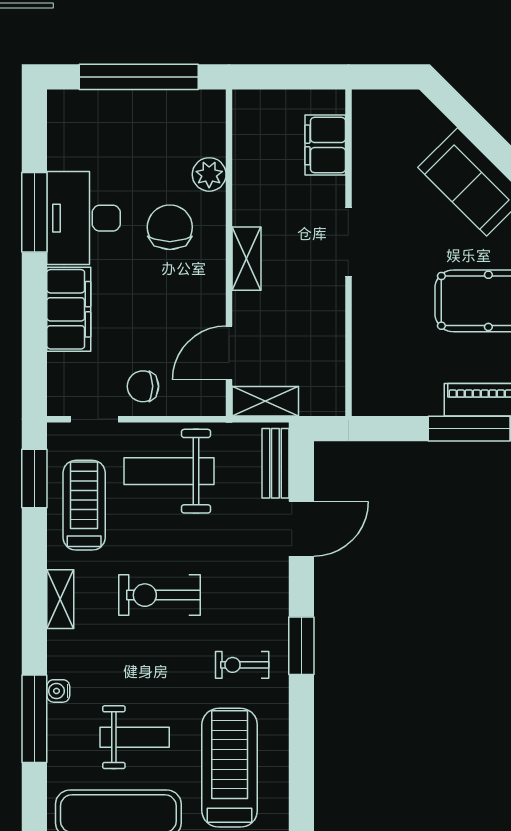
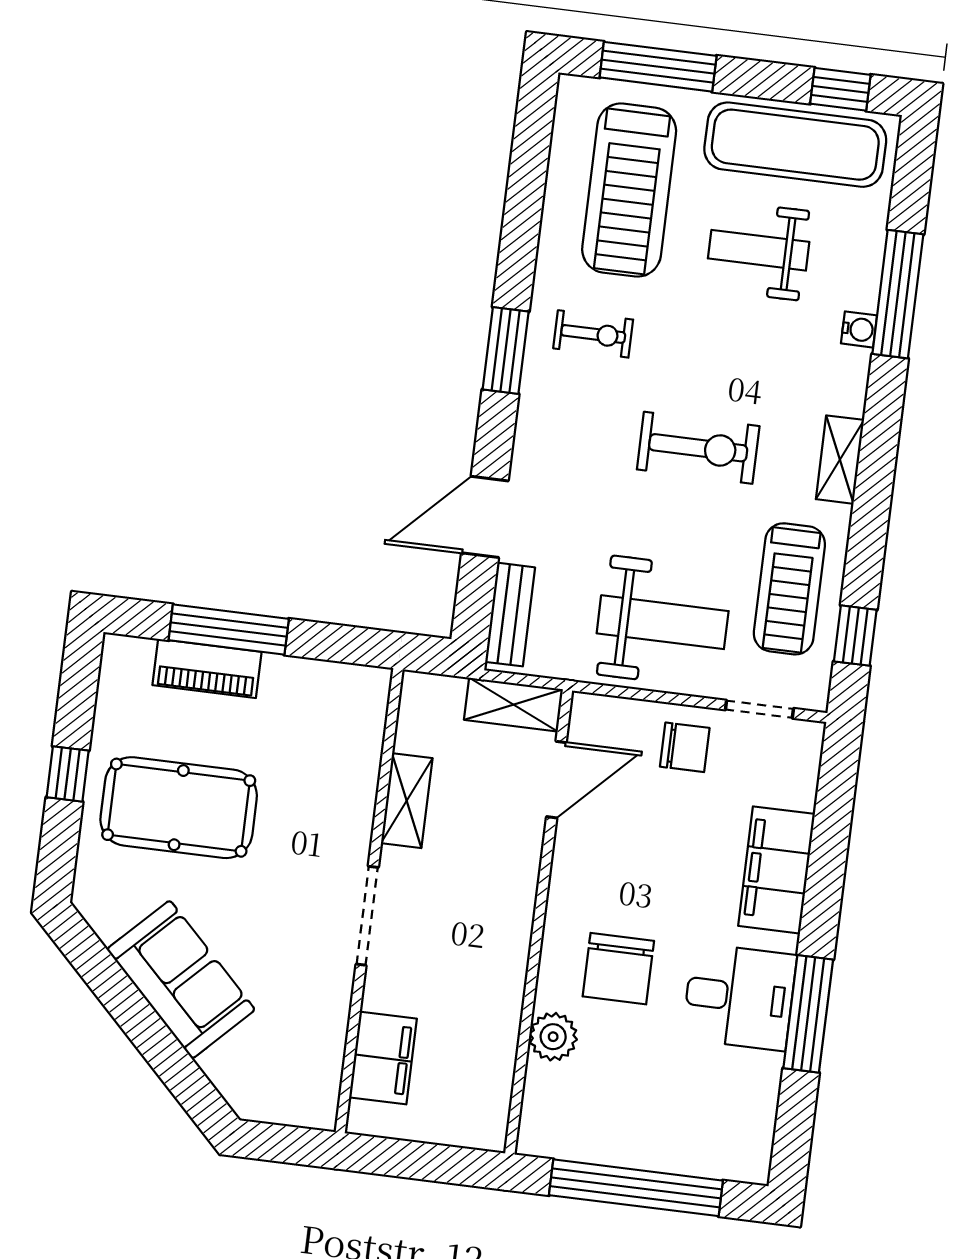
desk: (84, 218) -> (739, 997), width x0.73
shelving: (247, 259) -> (407, 801), moved
window: (34, 478) -> (855, 636), width x0.67

